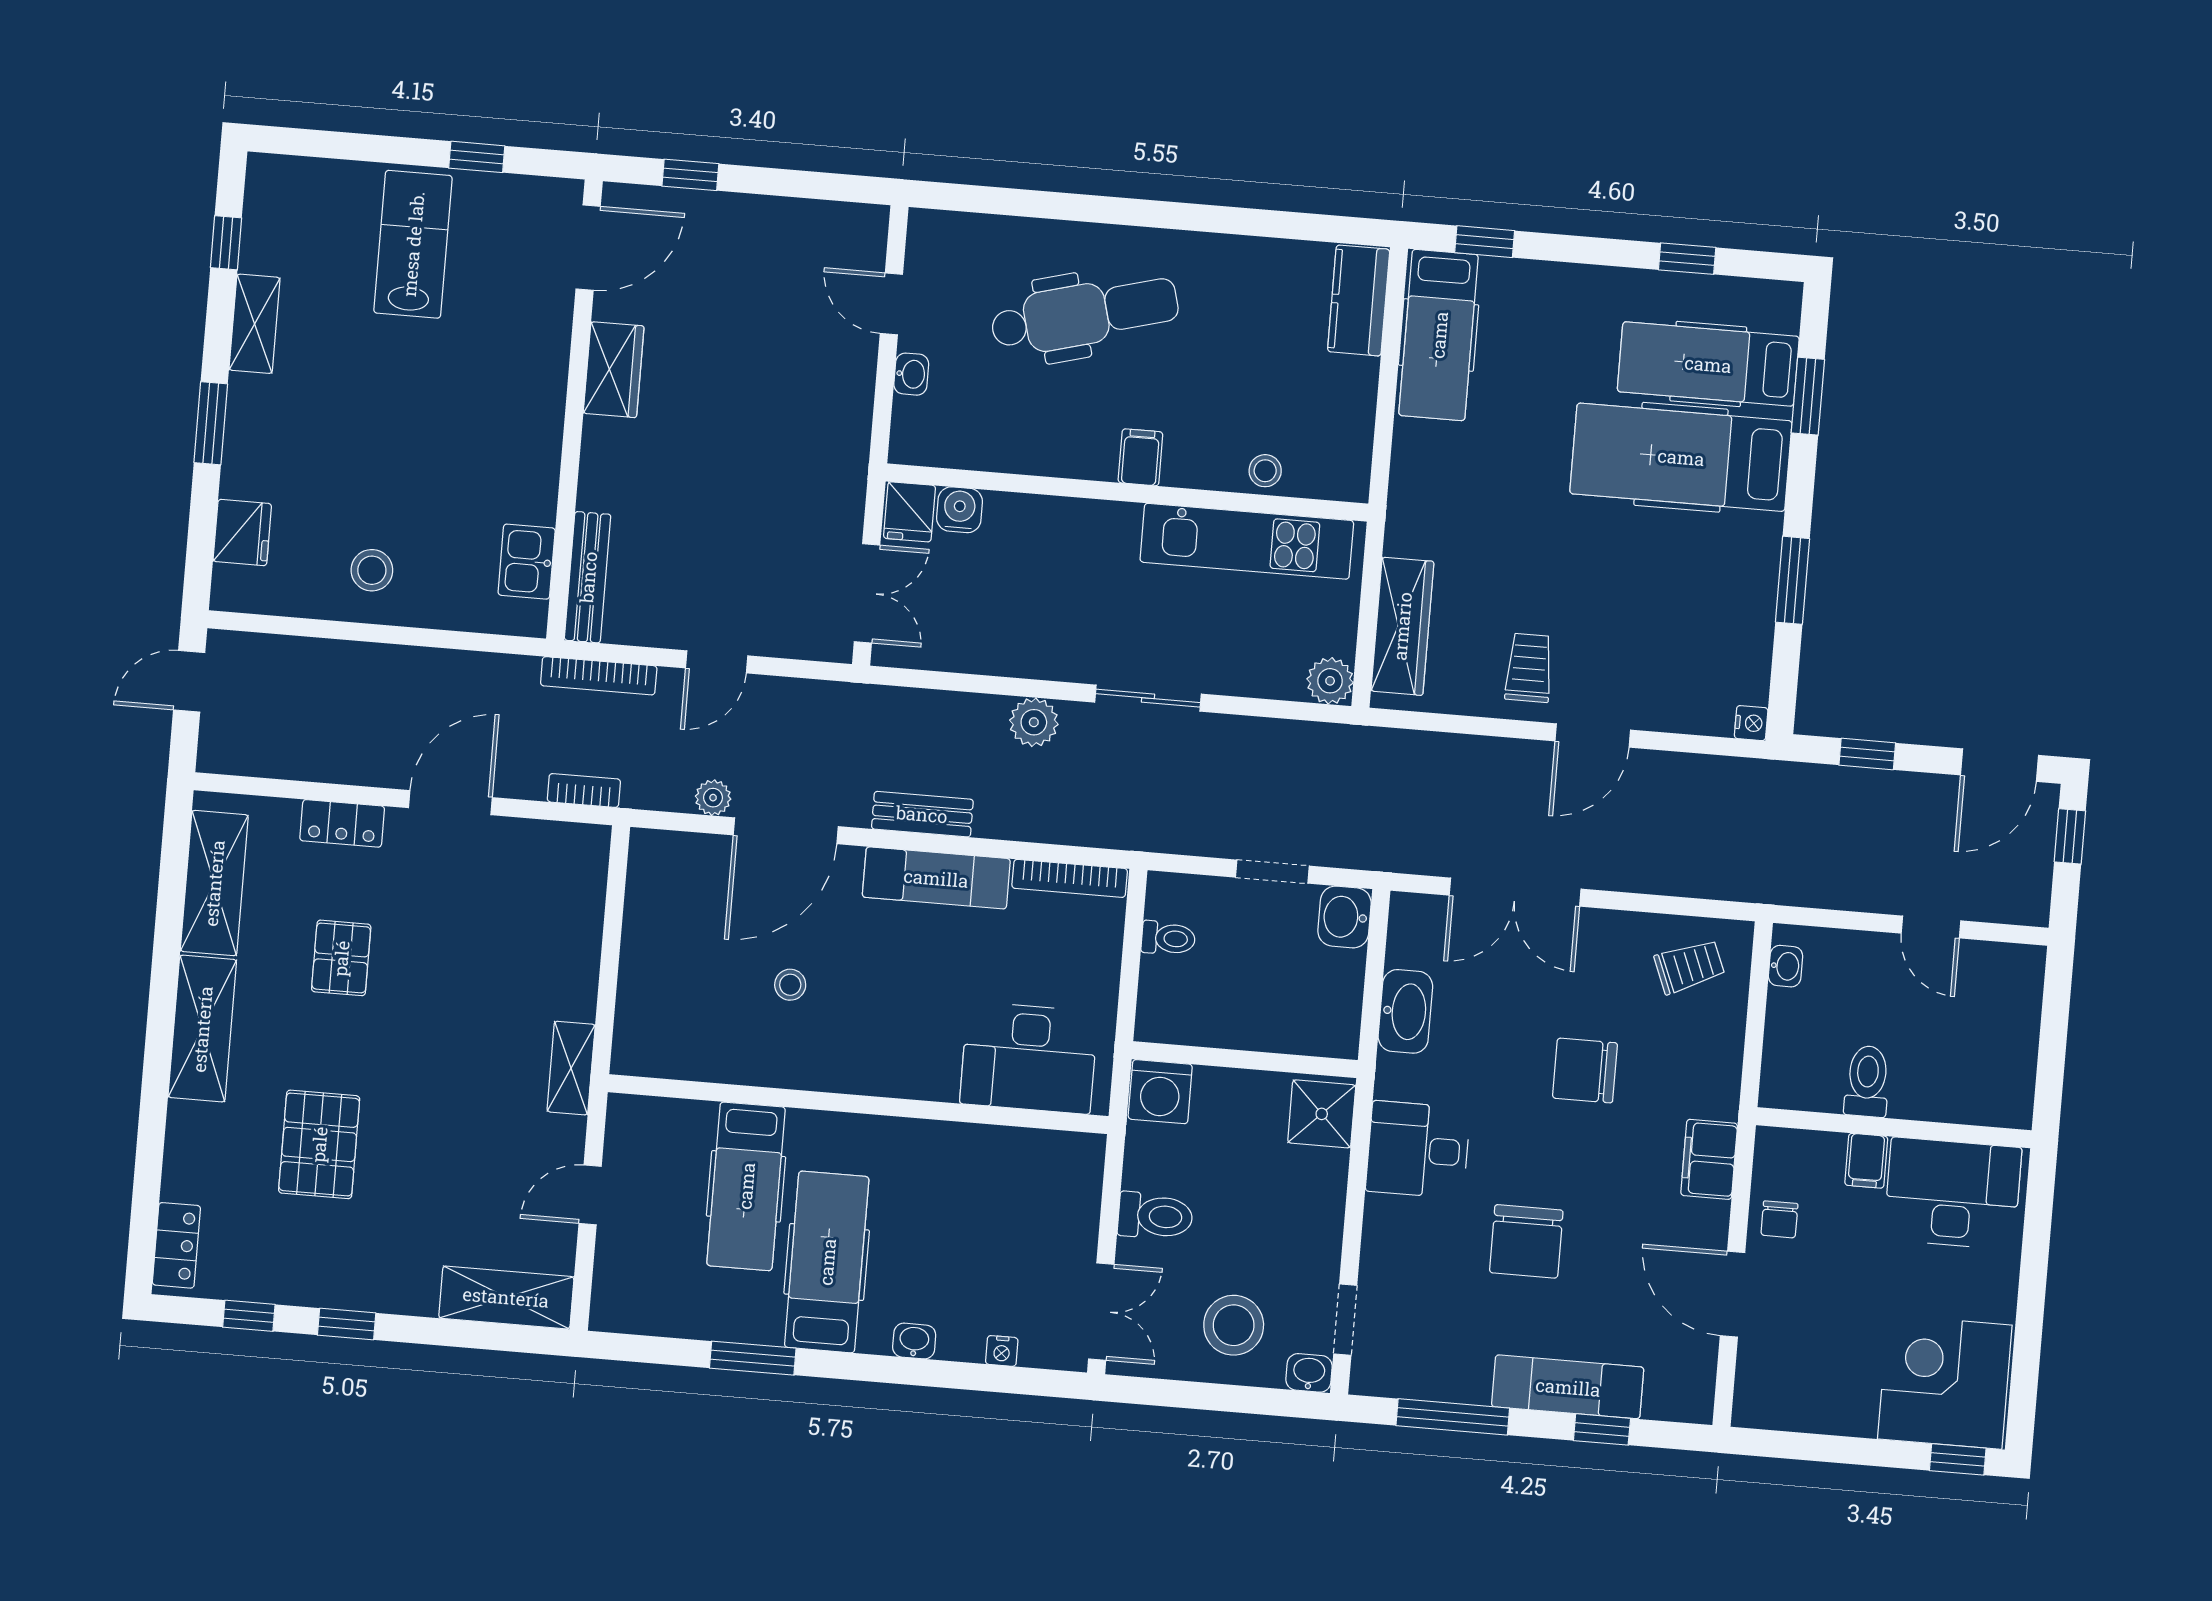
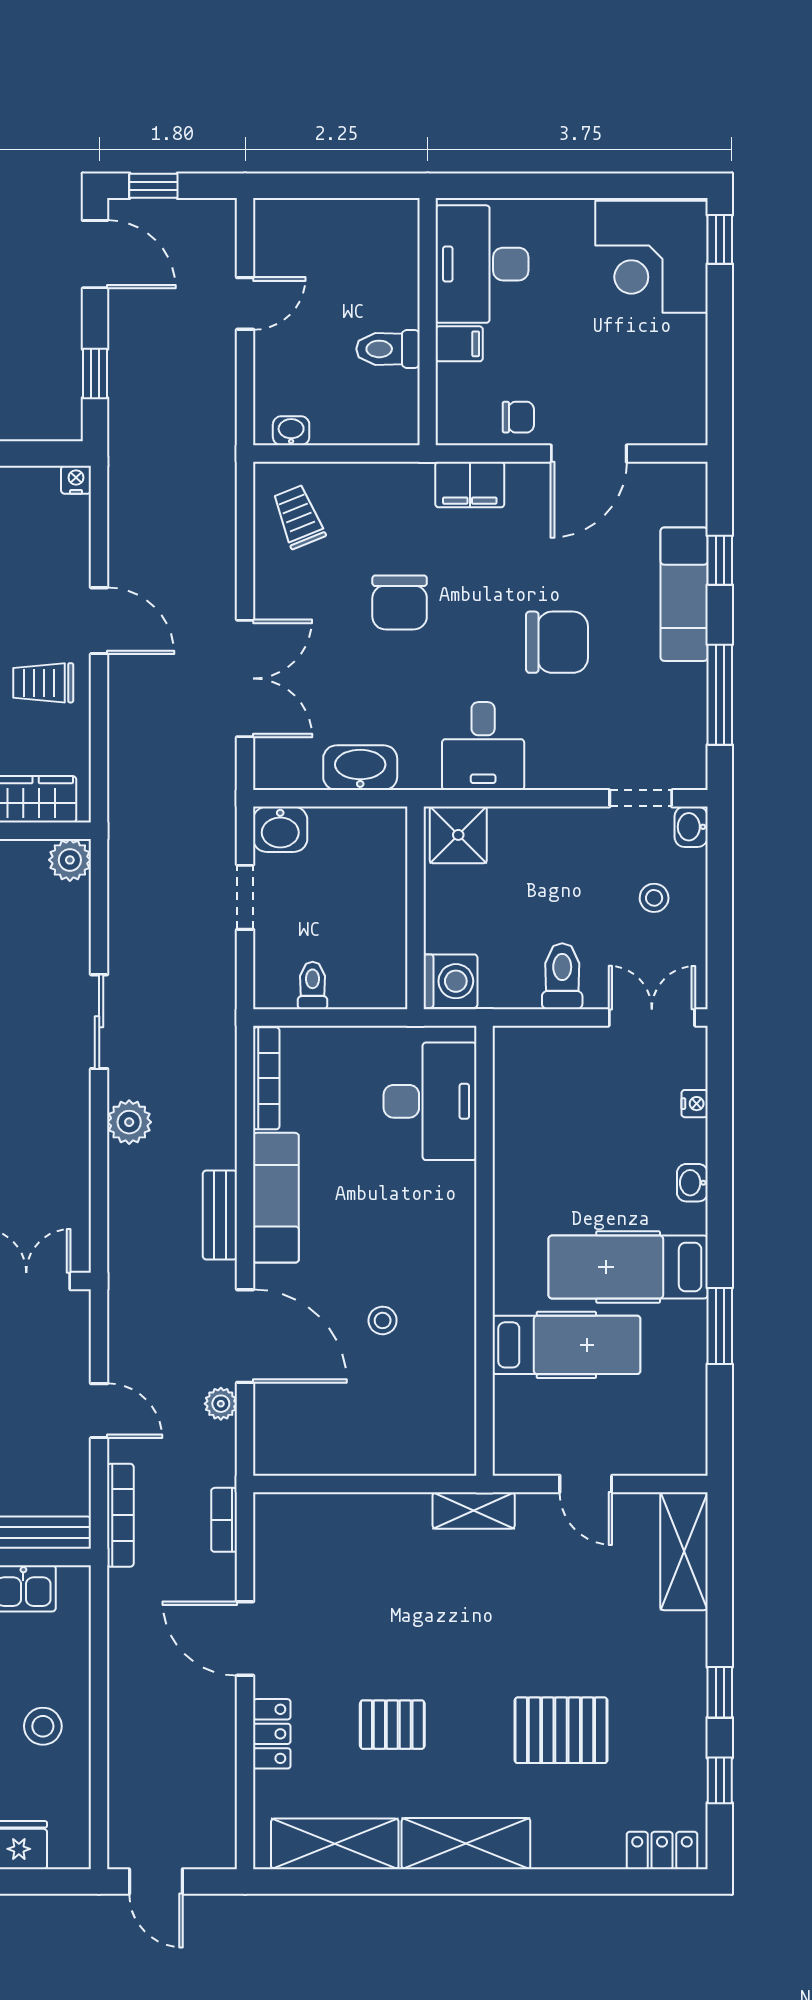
stool: (1234, 1325) -> (654, 898), width x0.53, depth x0.53

